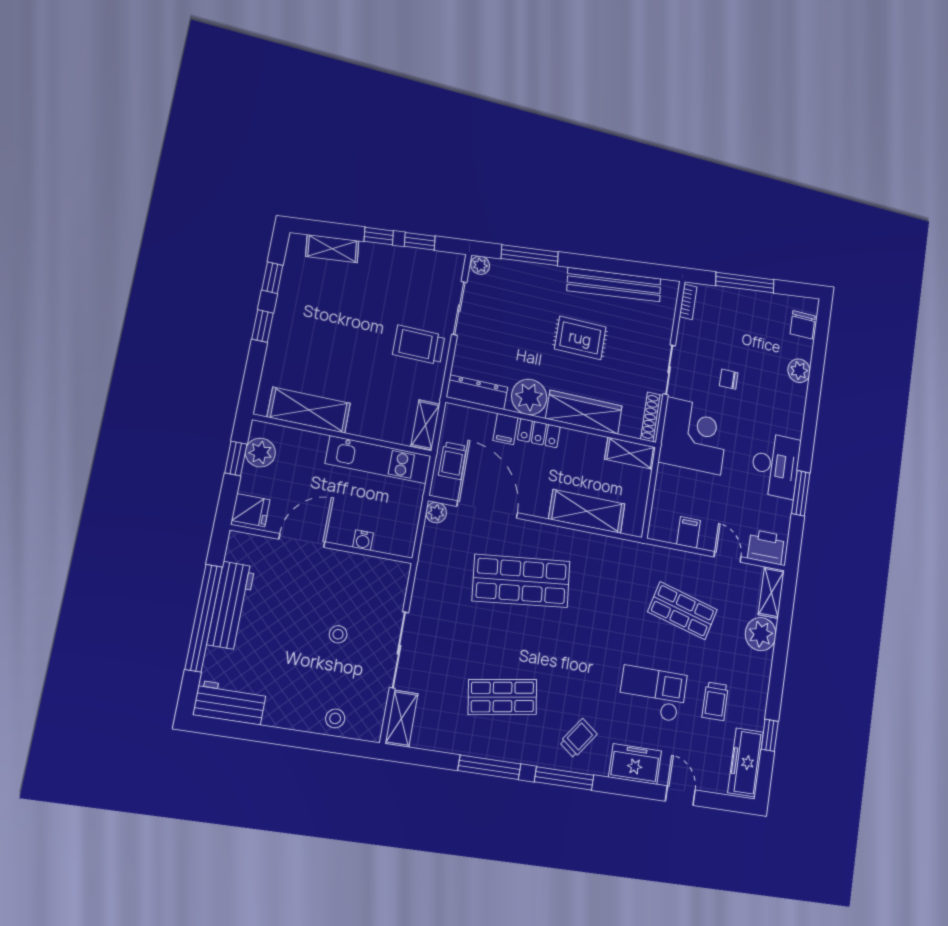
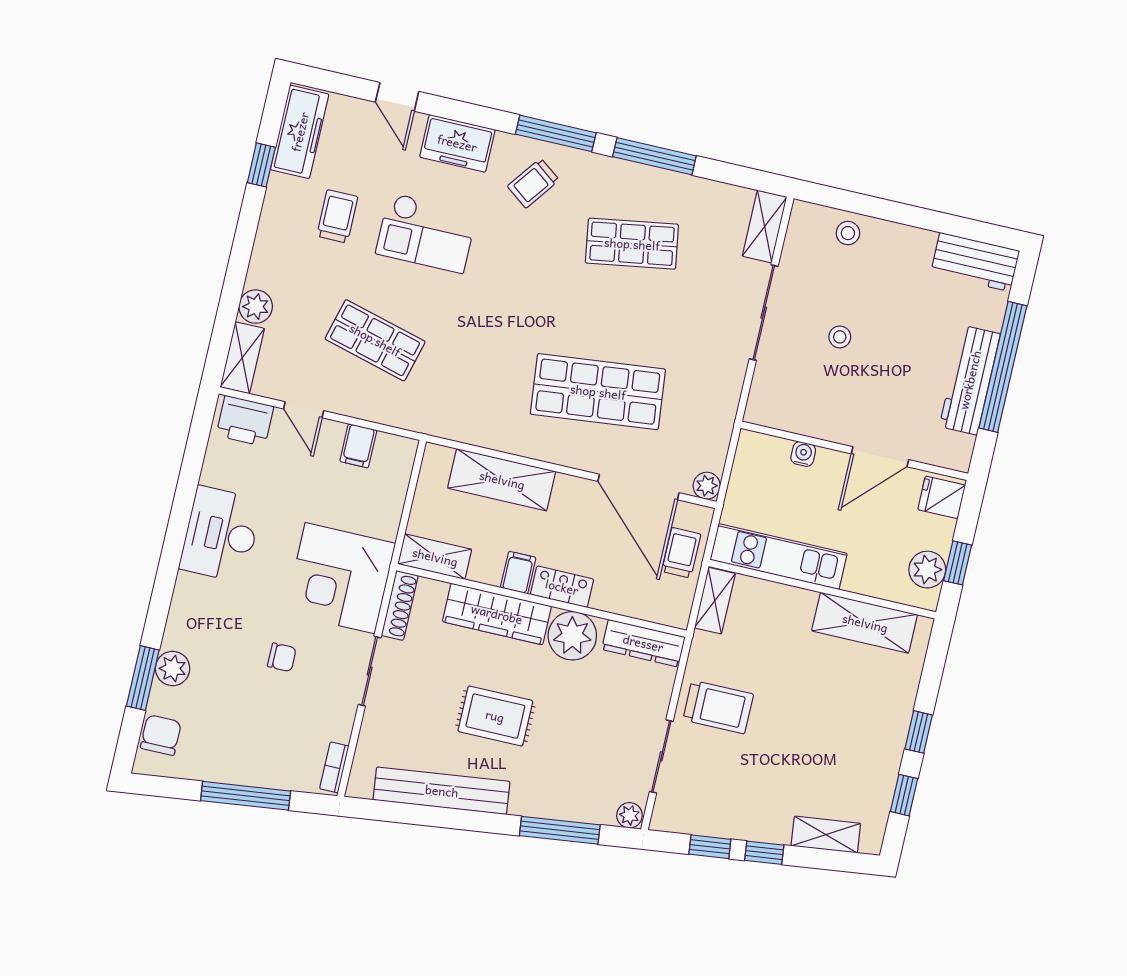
filing cabinet: (505, 429) -> (518, 573), moved
window: (801, 493) -> (143, 678), moved
plant: (761, 634) -> (256, 307), width x0.73, depth x0.73

